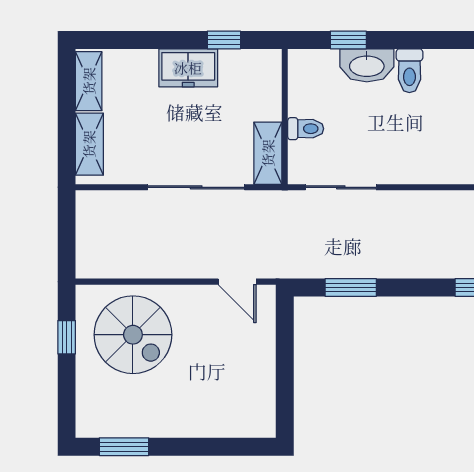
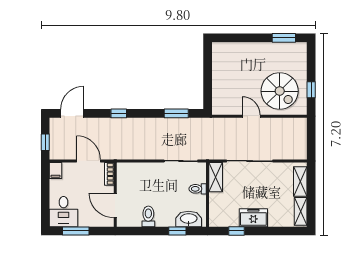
washbasin: (367, 65) -> (189, 219), moved
door: (237, 282) -> (251, 116), moved
spiral stairs: (133, 335) -> (280, 91), turned 180

